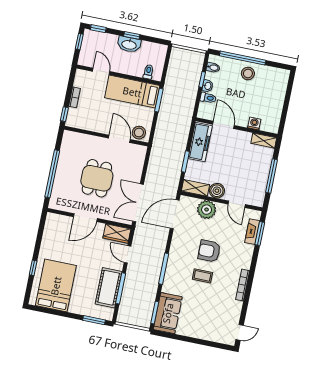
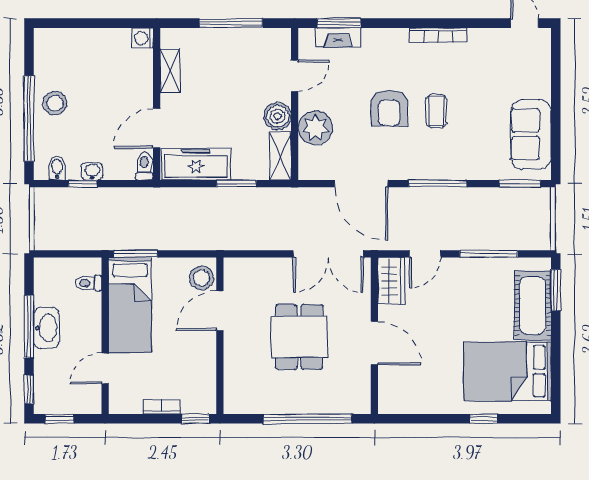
window: (132, 35) -> (29, 326), width x2.17
toilet: (208, 98) -> (144, 166), moved
washing machine: (254, 123) -> (143, 38), moved
shelving: (264, 141) -> (170, 71), moved
dining table: (97, 178) -> (299, 337), turned 90
door: (175, 214) -> (361, 184), moved
cot: (109, 288) -> (533, 305), moved, turned 90
sofa: (168, 313) -> (531, 134), moved, turned -90

